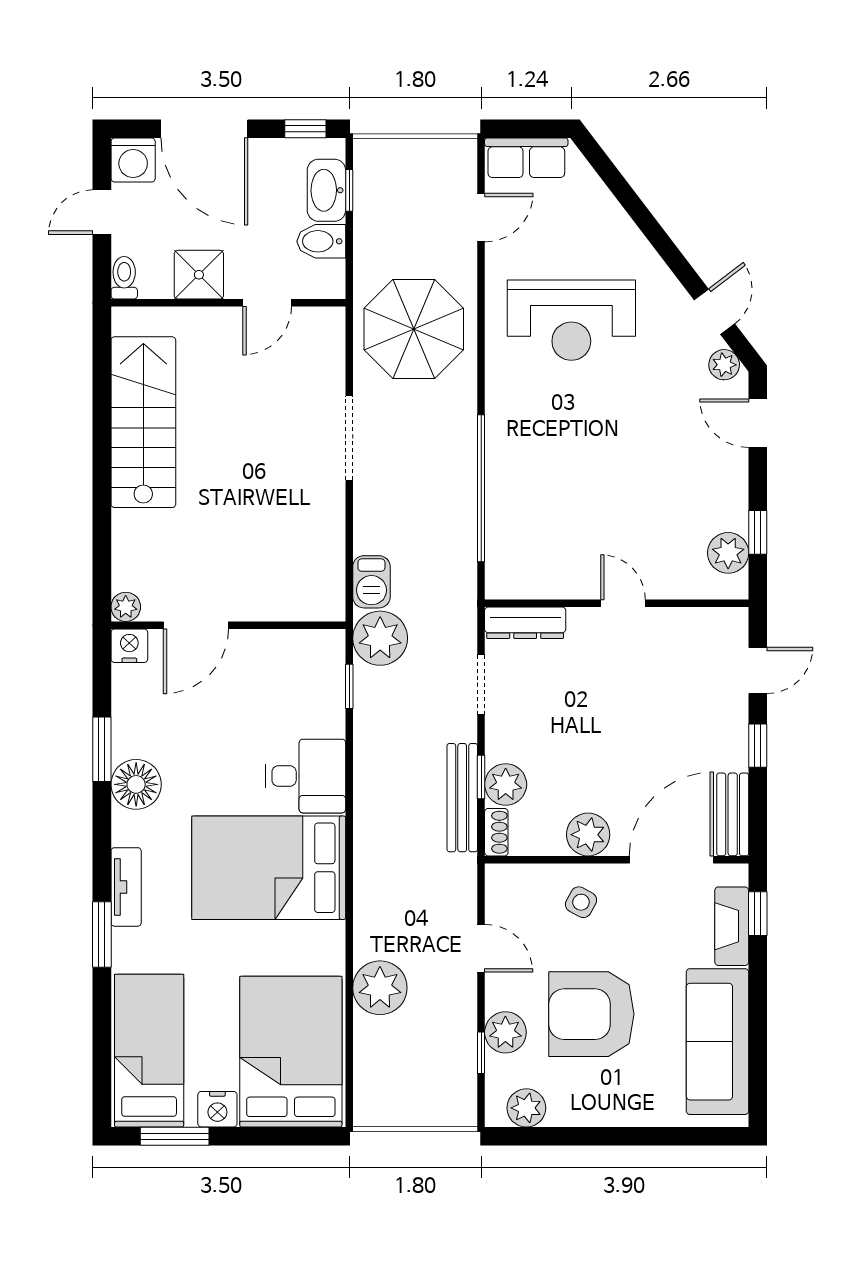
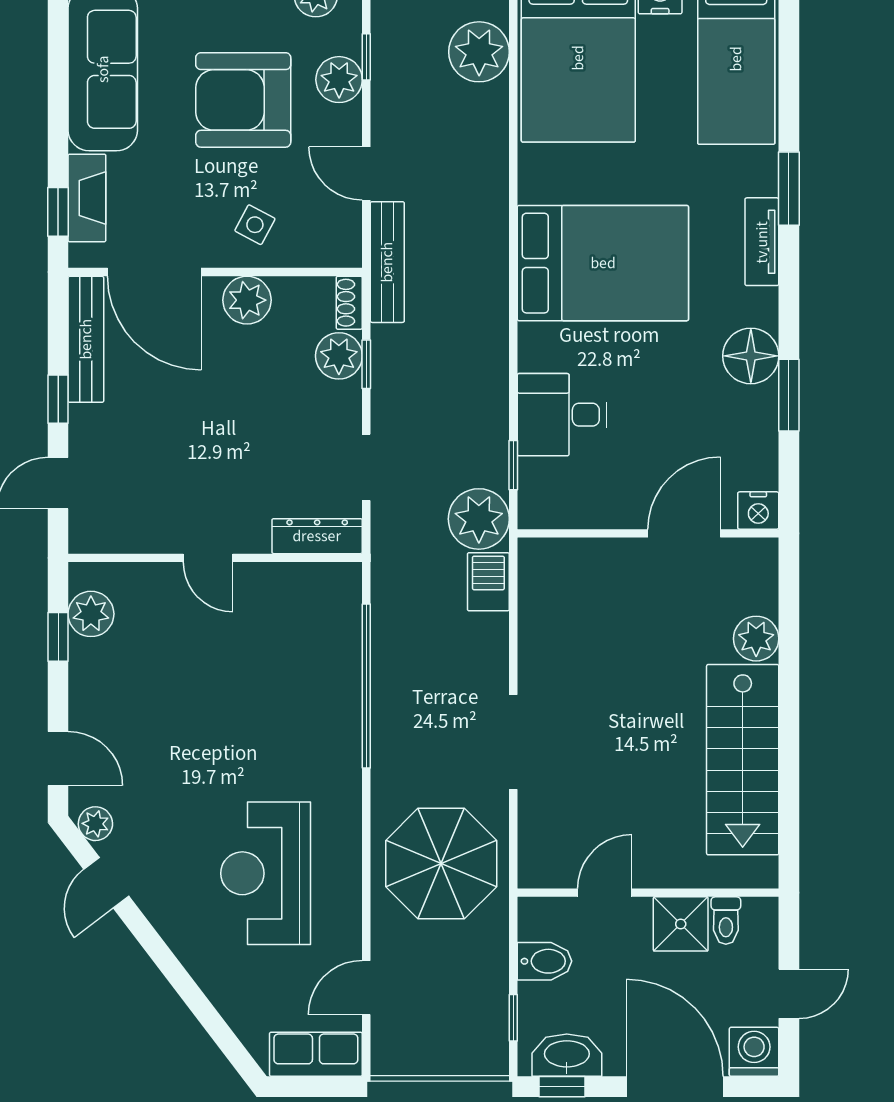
washbasin: (326, 190) -> (567, 1055), moved, turned -90
toilet: (124, 278) -> (726, 921), moved
reception desk: (571, 320) -> (266, 873), turned -90
plant: (126, 607) -> (756, 639), moved, width x1.38, depth x1.38
desk: (306, 776) -> (562, 415), moved
bench: (462, 798) -> (387, 262), moved
bench: (733, 814) -> (86, 339), width x1.36
door: (671, 860) -> (154, 272), hinge flipped
plant: (380, 988) -> (479, 52), moved
armchair: (591, 1014) -> (243, 100), turned 180

